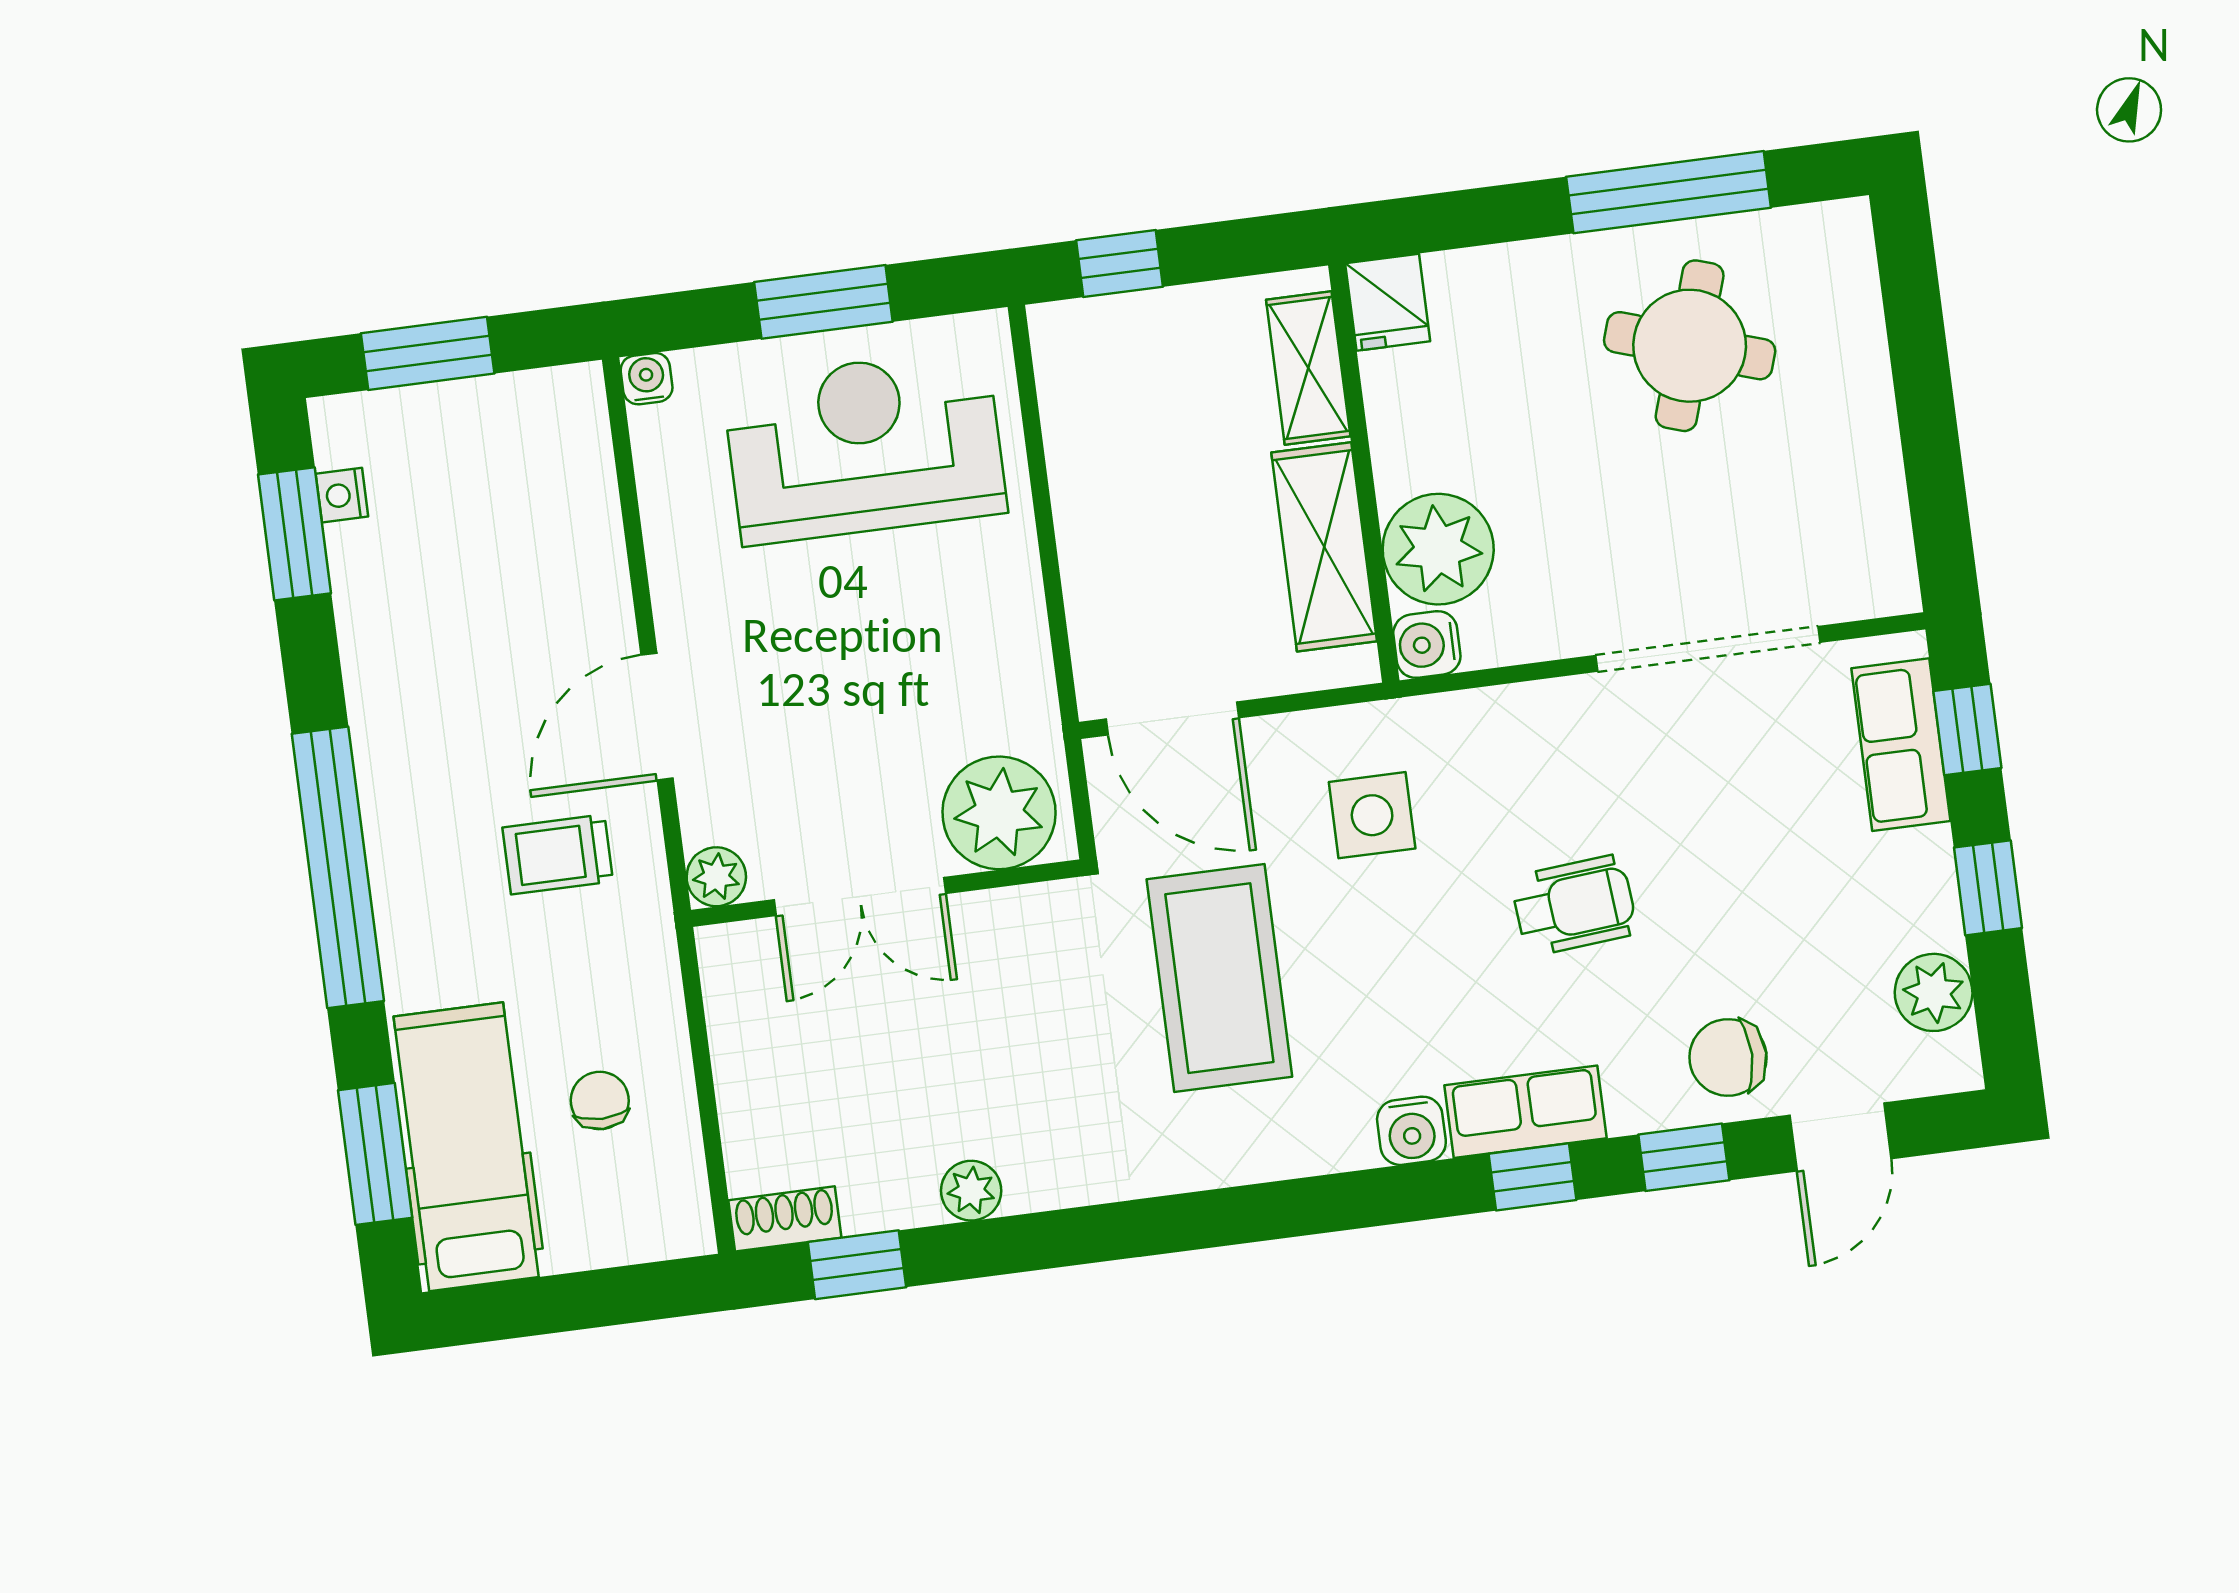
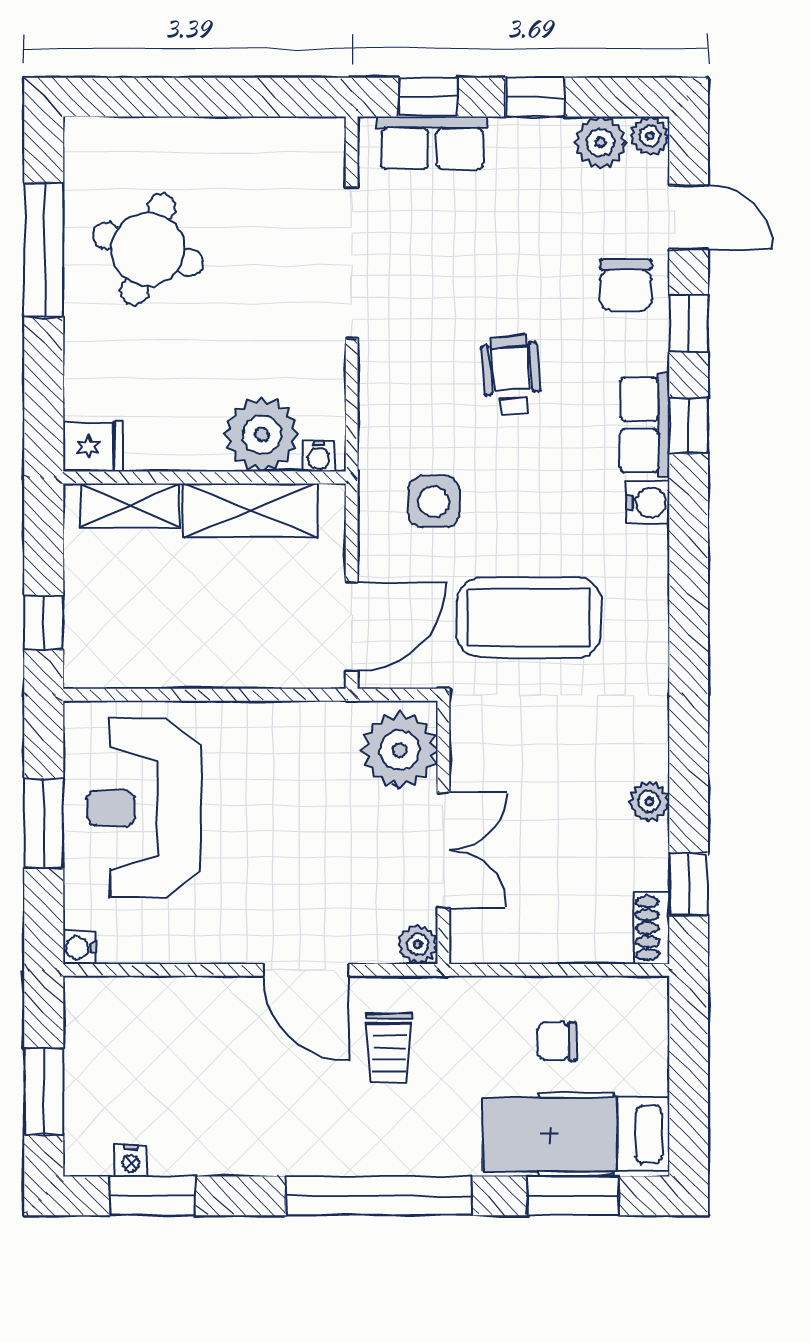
water cooler: (1427, 645) -> (318, 456), width x0.72, depth x0.72
plant: (1953, 1064) -> (650, 136), added

